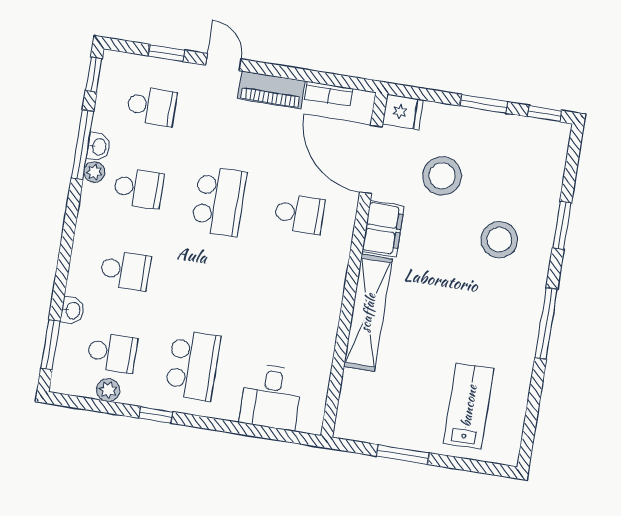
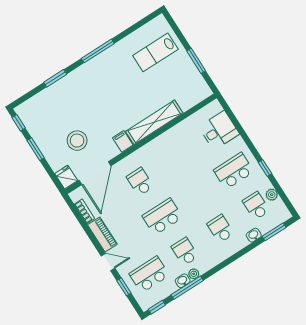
door: (224, 62) -> (108, 262), swing flipped
school desk: (152, 106) -> (149, 274), width x1.85
filing cabinet: (383, 229) -> (123, 141), width x0.50
stool: (499, 240) -> (82, 97), removed

